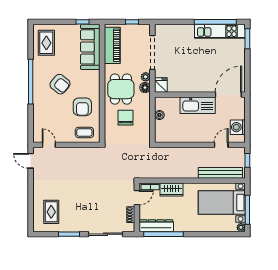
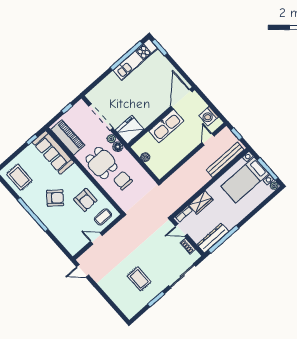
fridge: (161, 85) -> (130, 130), width x1.88, depth x1.34
door: (49, 145) -> (96, 238), moved
door: (137, 198) -> (181, 230), swing flipped
rug: (51, 212) -> (139, 279), moved

